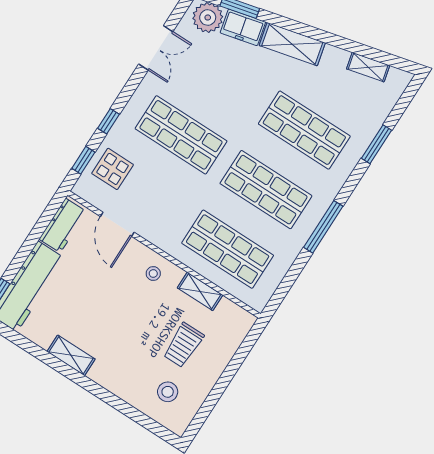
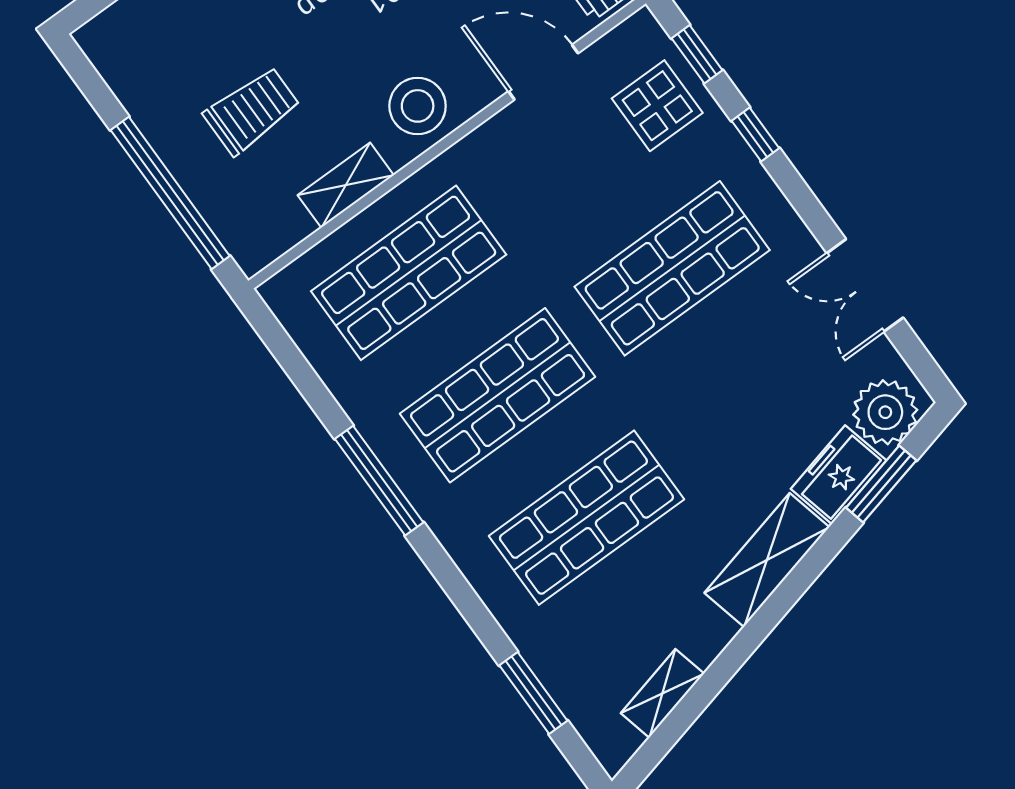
window: (376, 144) -> (533, 693), moved
stool: (153, 273) -> (418, 106), width x1.89, depth x1.89
trolley: (183, 345) -> (252, 111), turned 90
window: (233, 367) -> (170, 193), added
stool: (168, 392) -> (171, 43), removed

